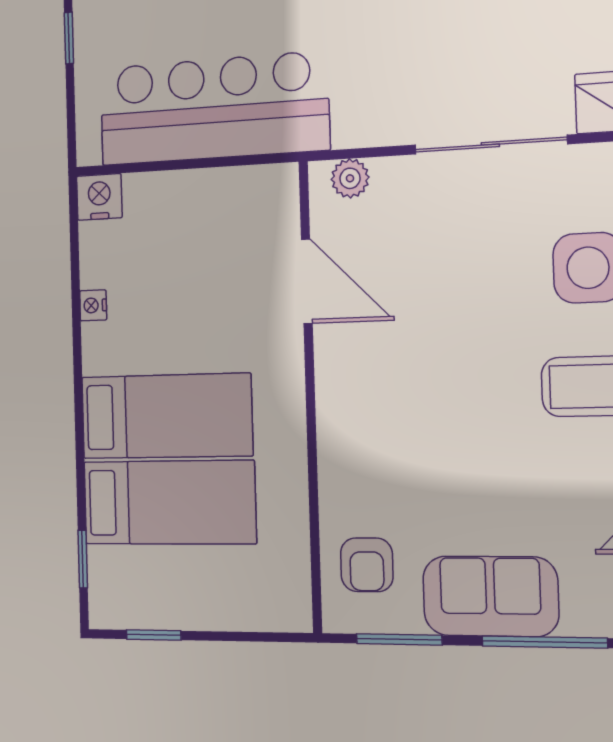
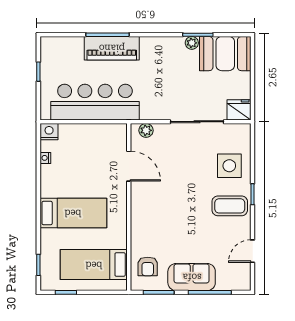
nightstand: (93, 305) -> (45, 158), moved
bed: (169, 502) -> (94, 265), moved, turned 180

